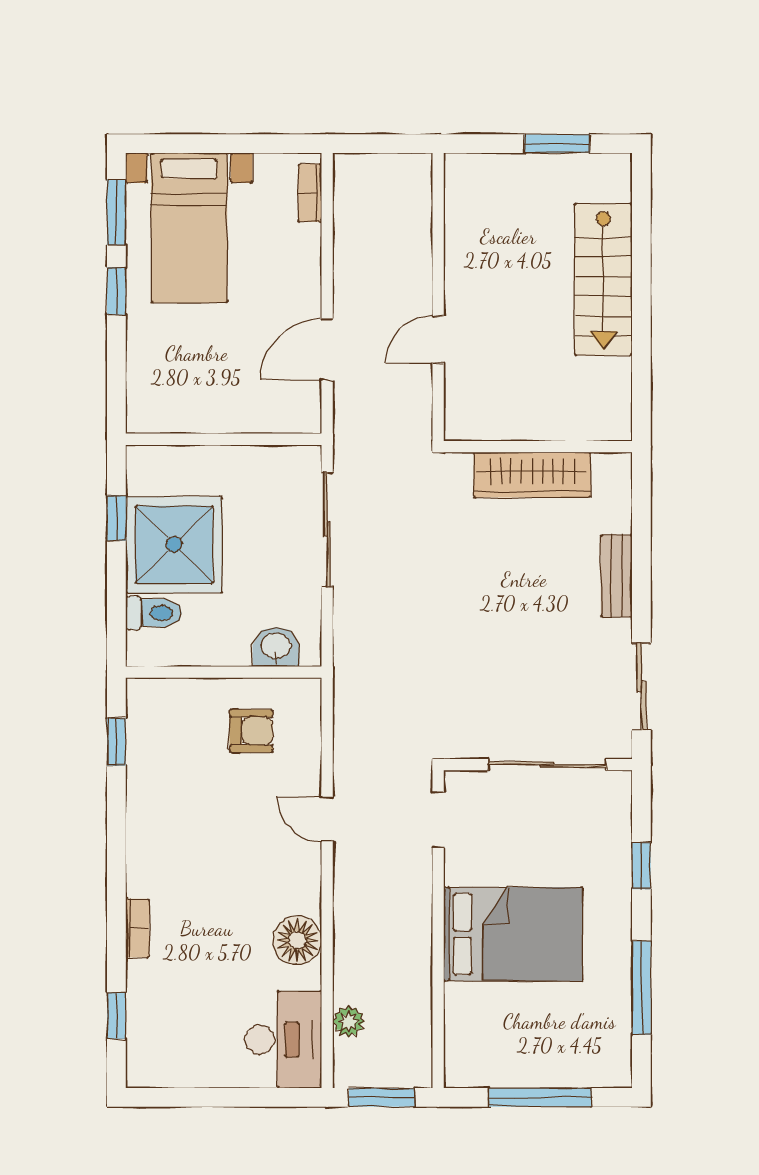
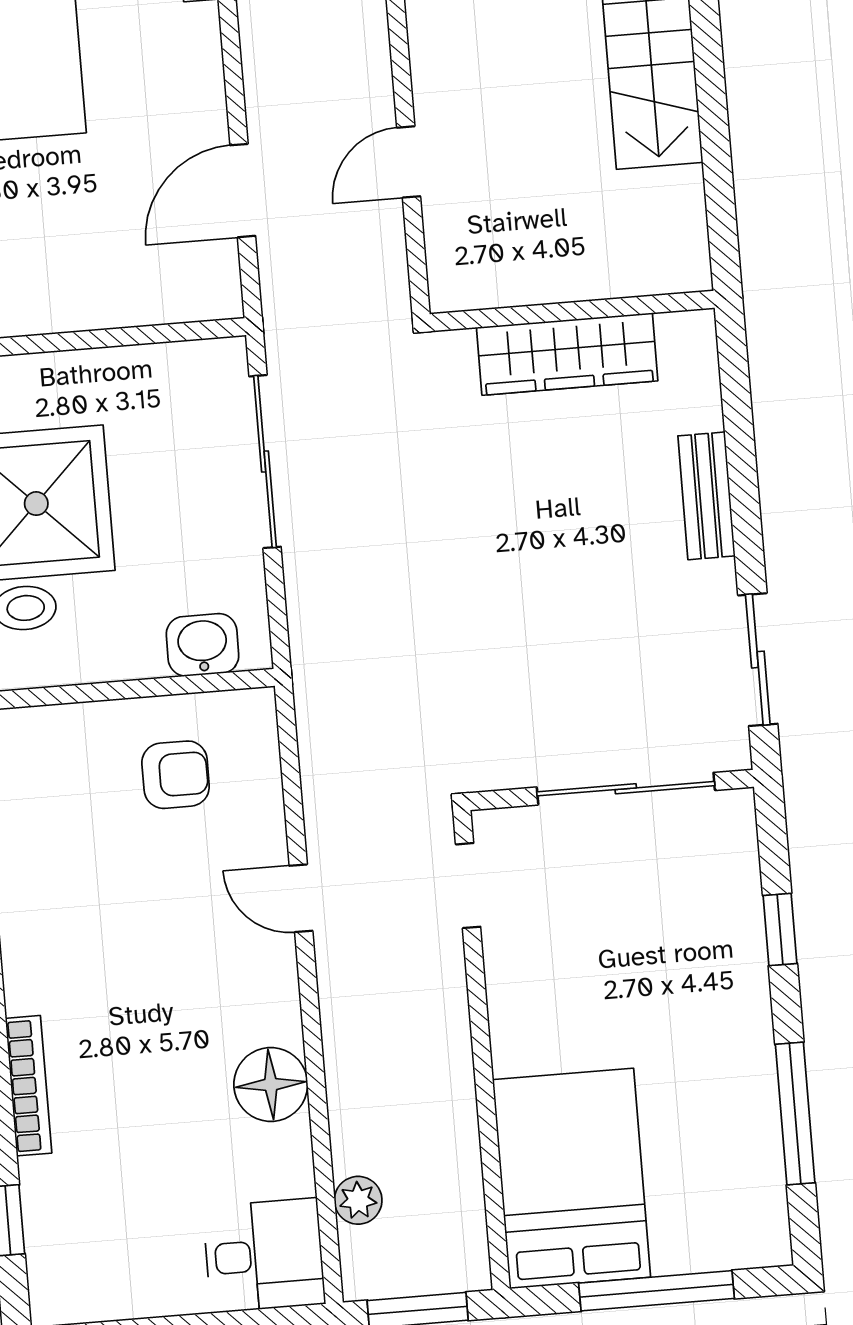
bookcase: (137, 928) -> (29, 1086), width x1.56
bed: (513, 934) -> (572, 1178), moved, turned -90
desk: (284, 1040) -> (264, 1255), width x0.73

